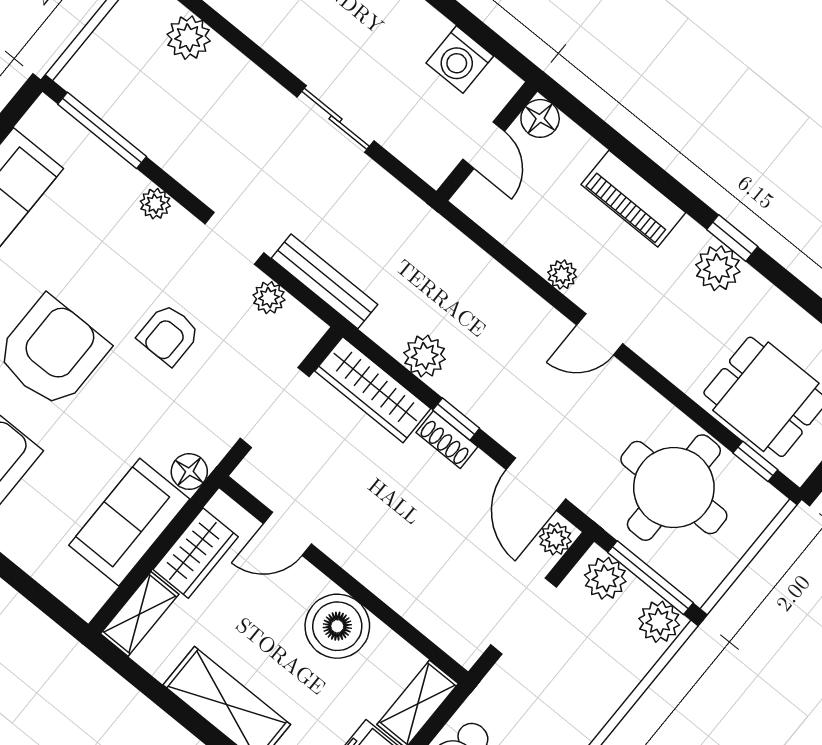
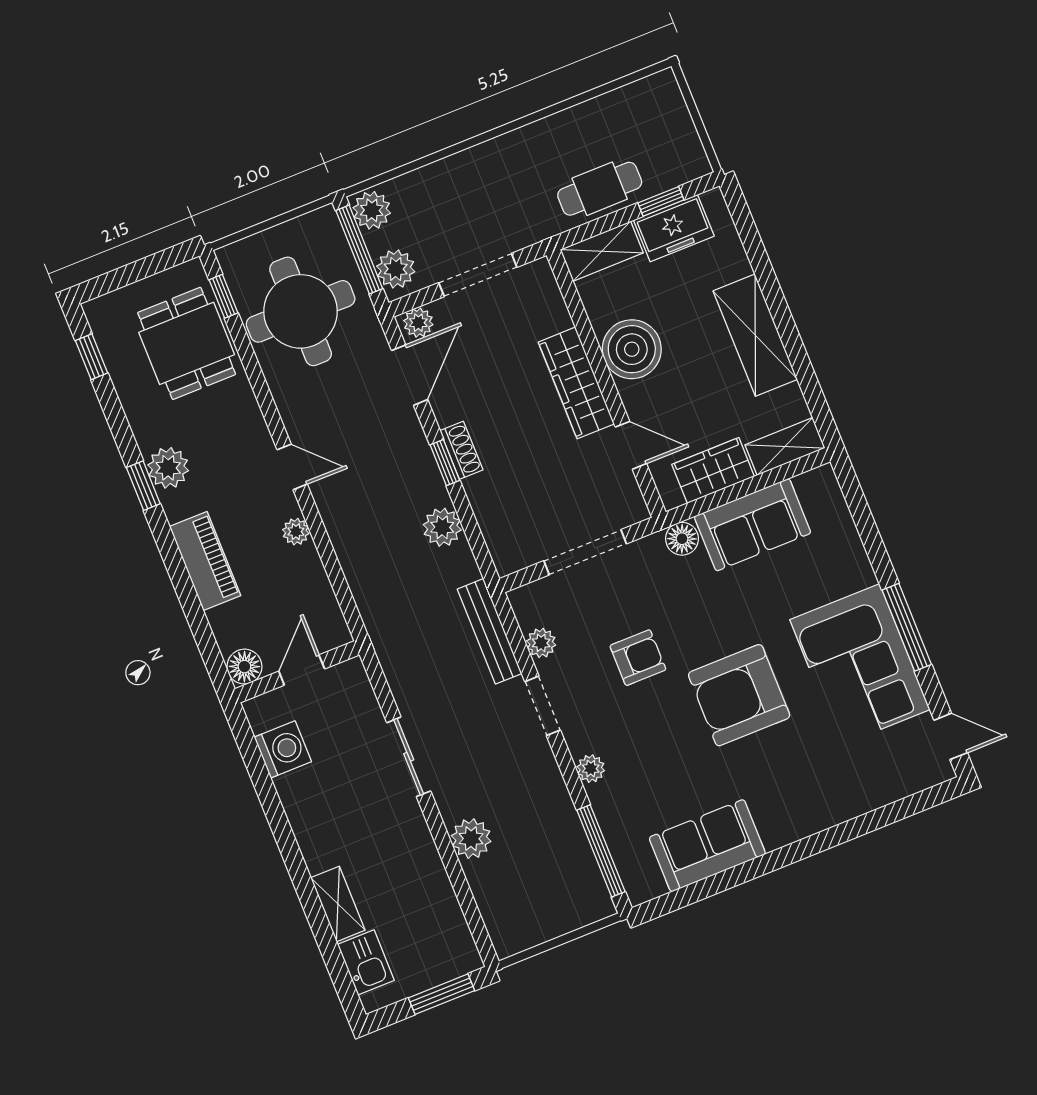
plant: (189, 38) -> (471, 839), moved
wardrobe: (373, 390) -> (576, 383), moved, turned 180

